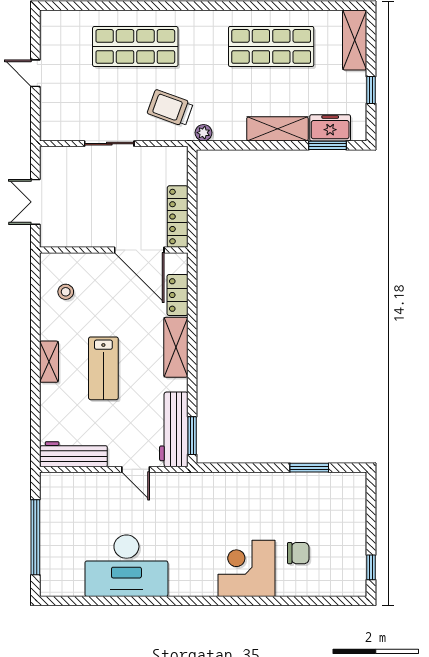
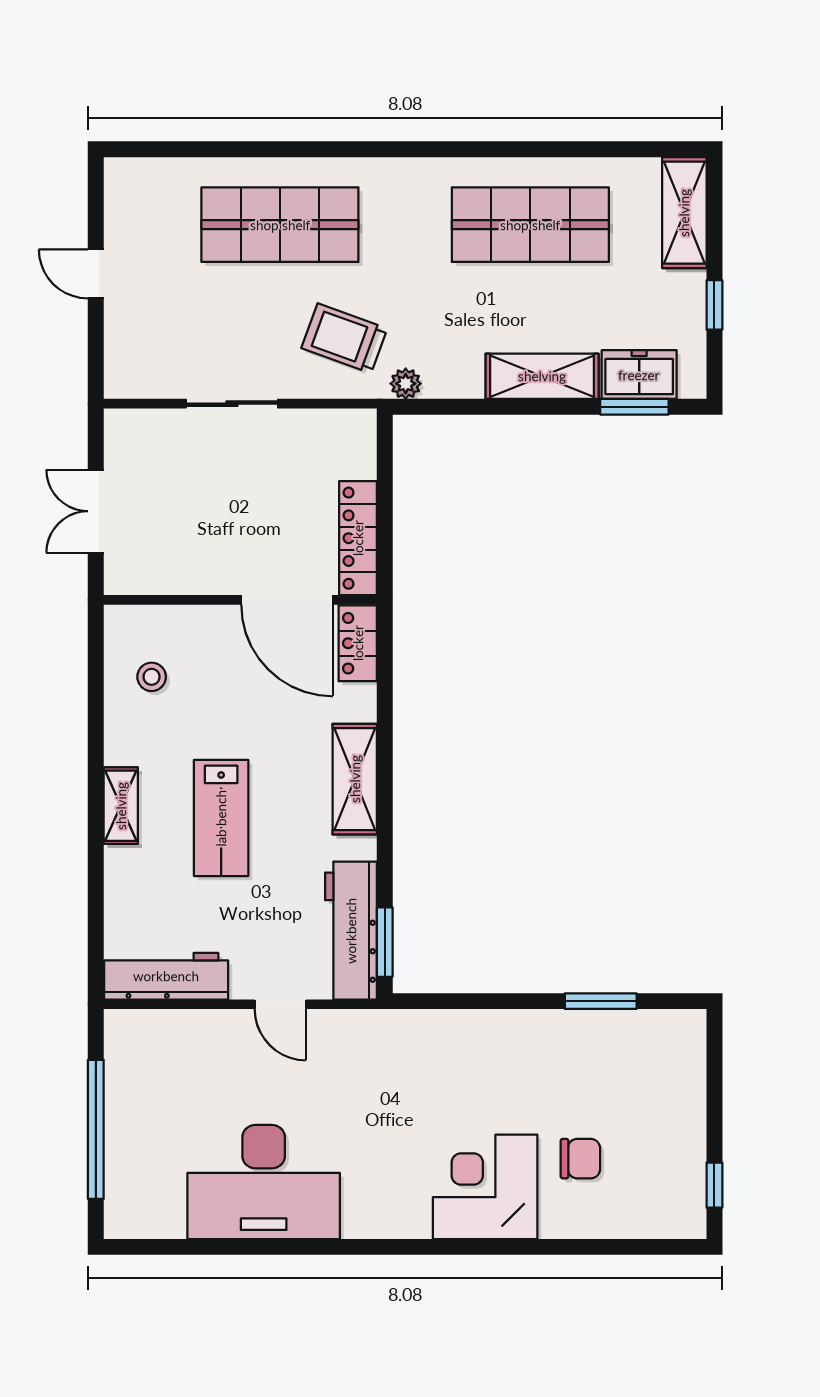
locker: (177, 295) -> (358, 643), moved

